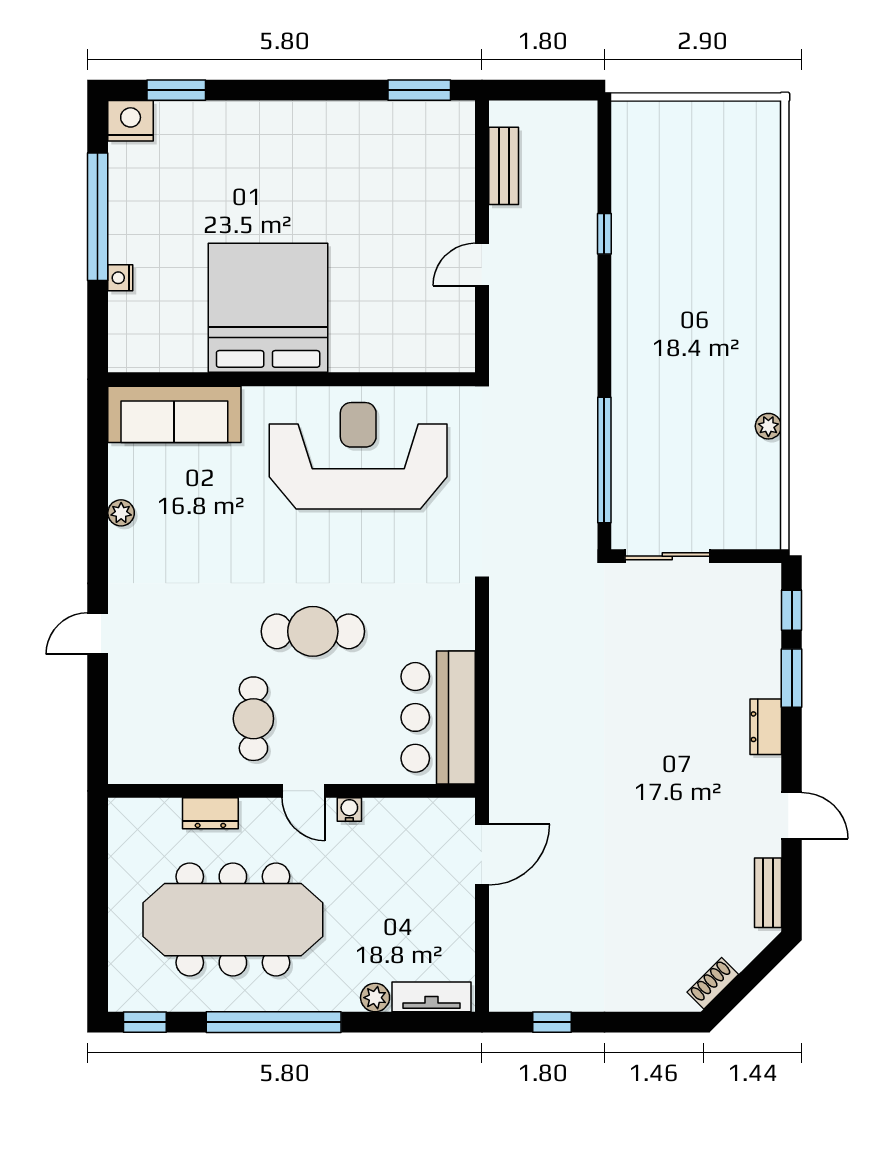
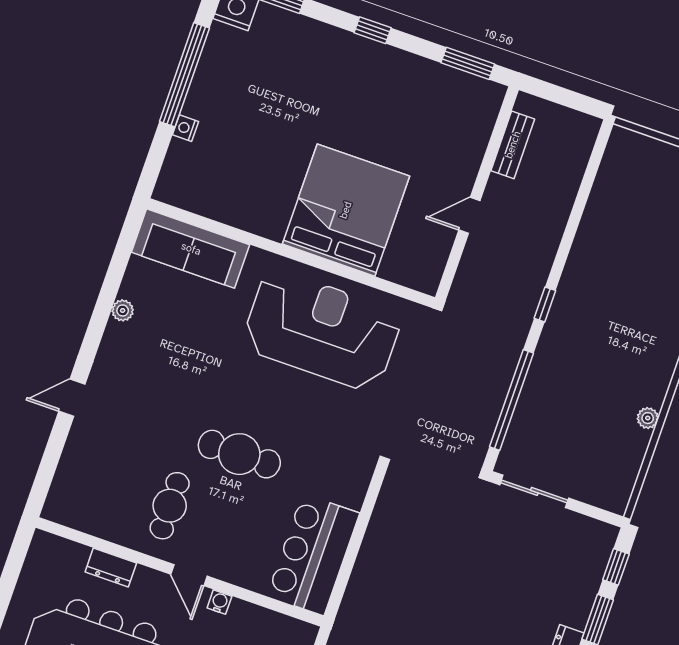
window: (297, 90) -> (373, 30), added
window: (604, 234) -> (545, 304), moved
bed: (268, 308) -> (346, 210), moved

